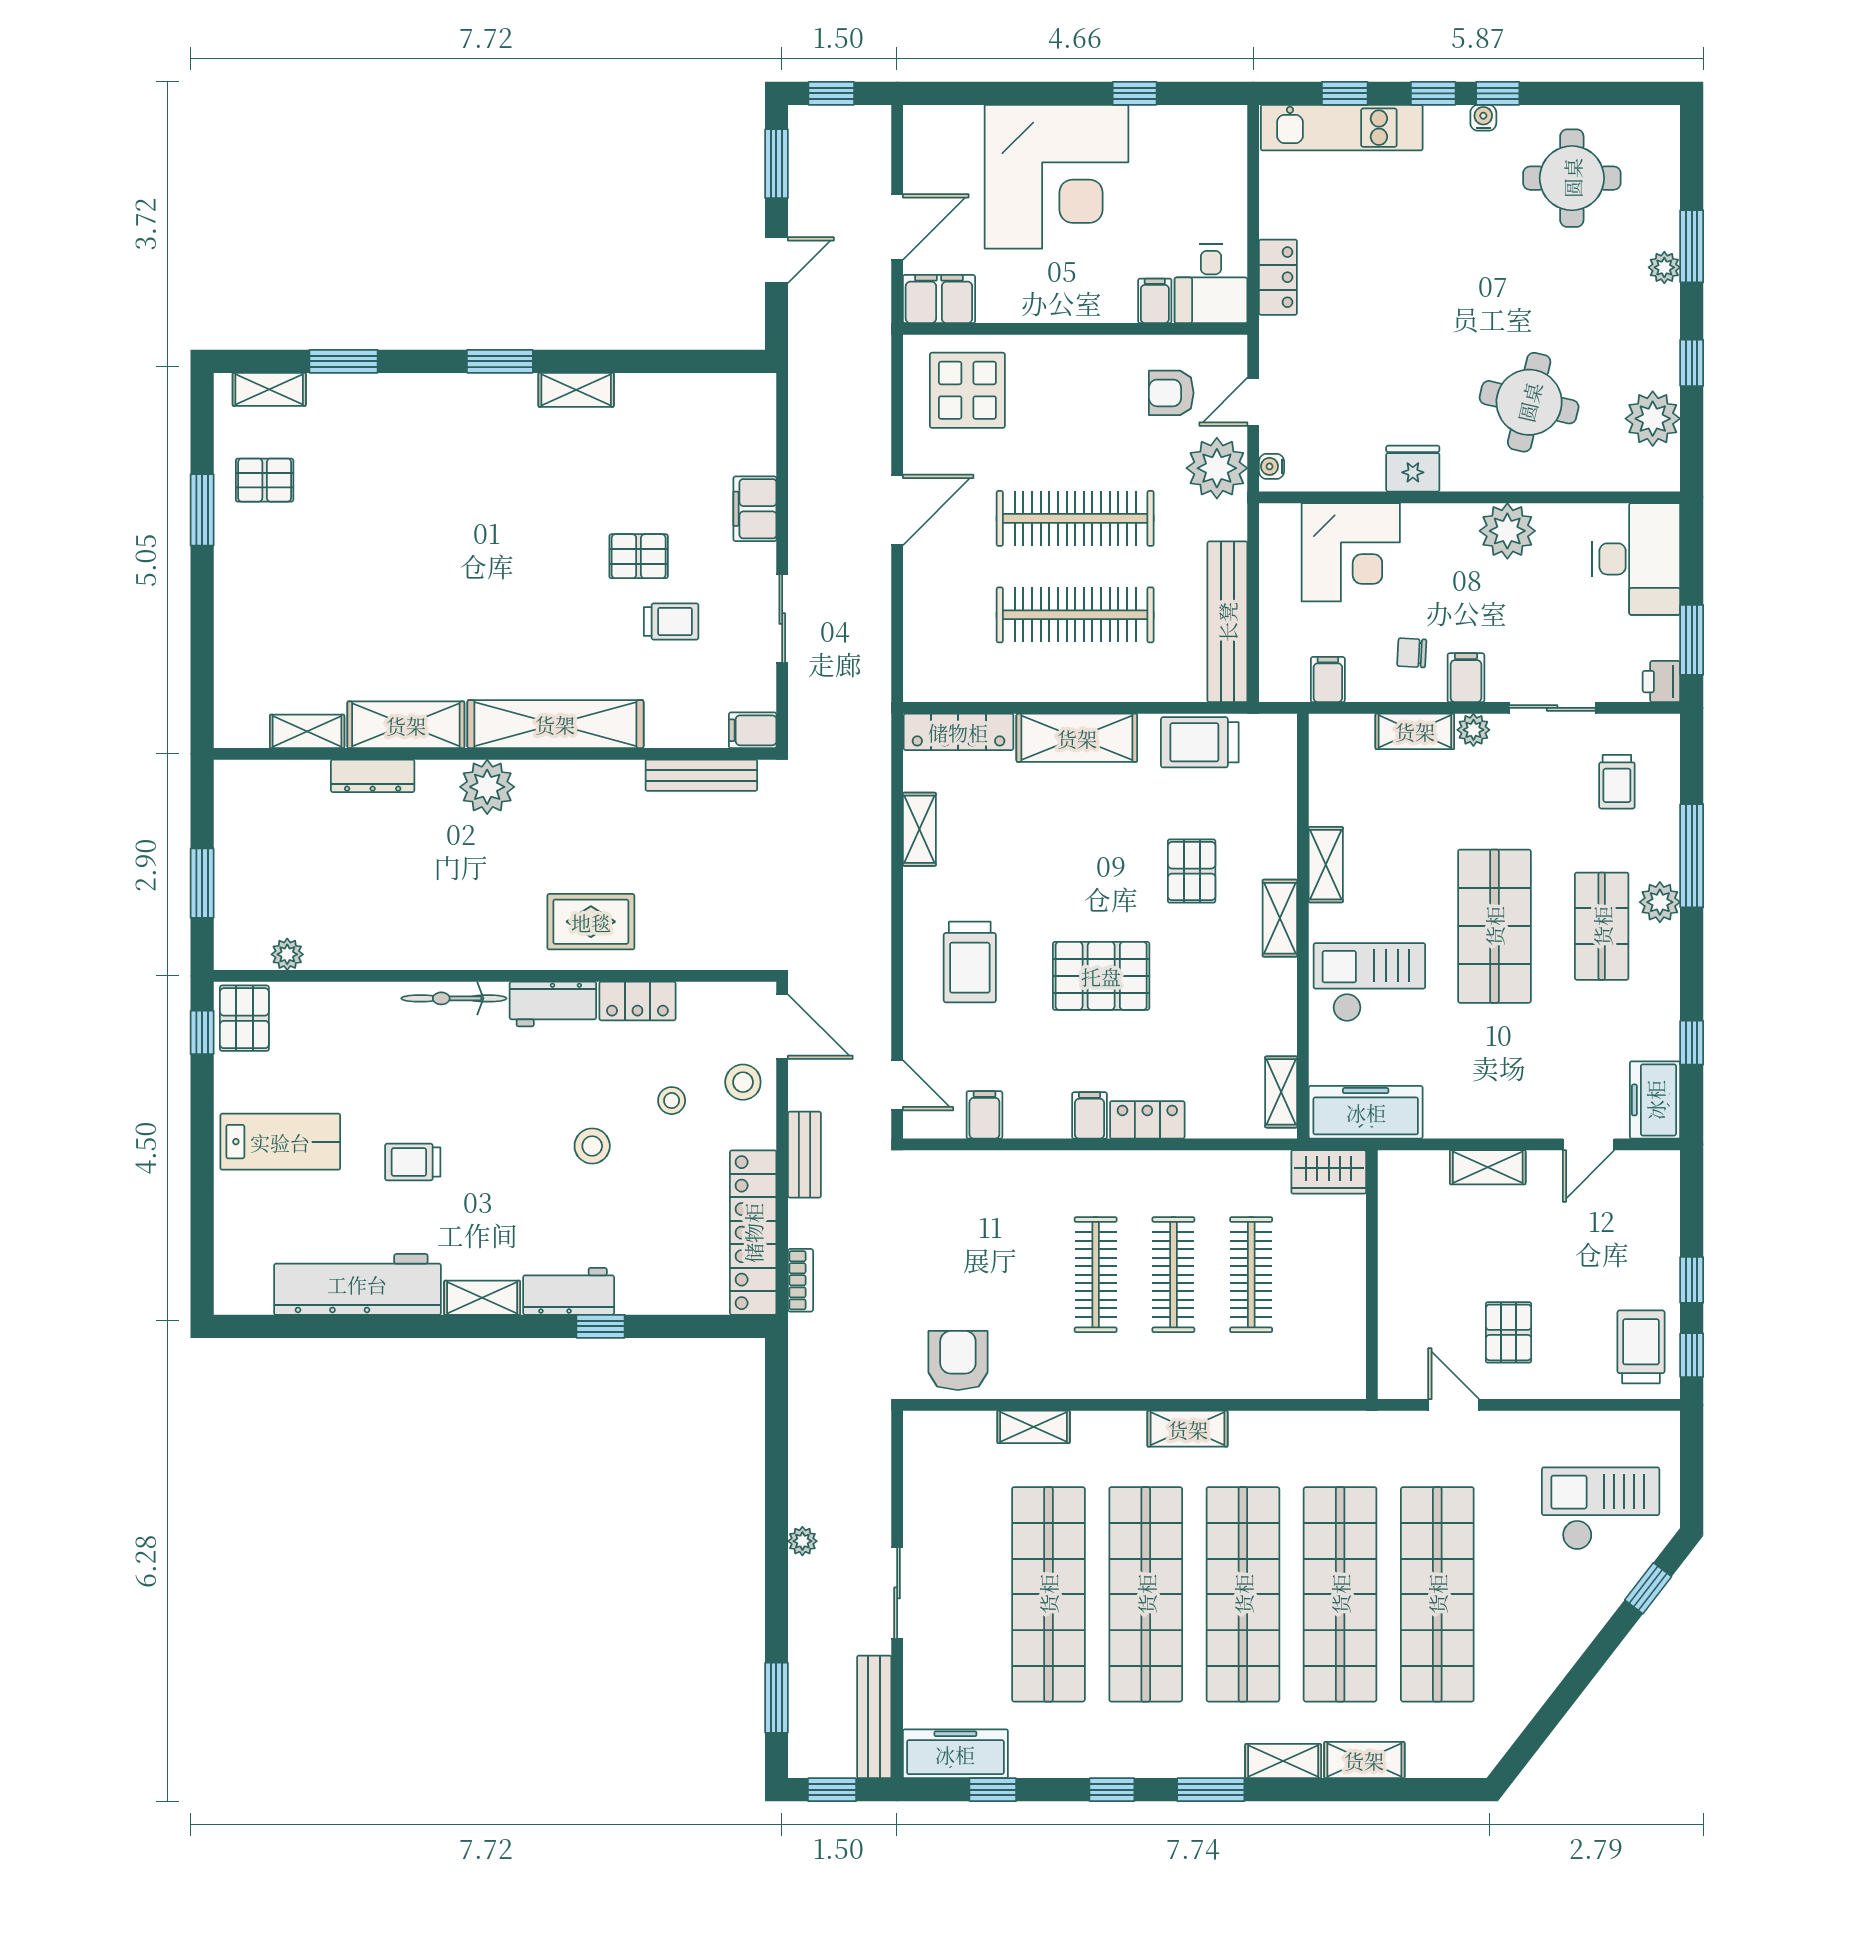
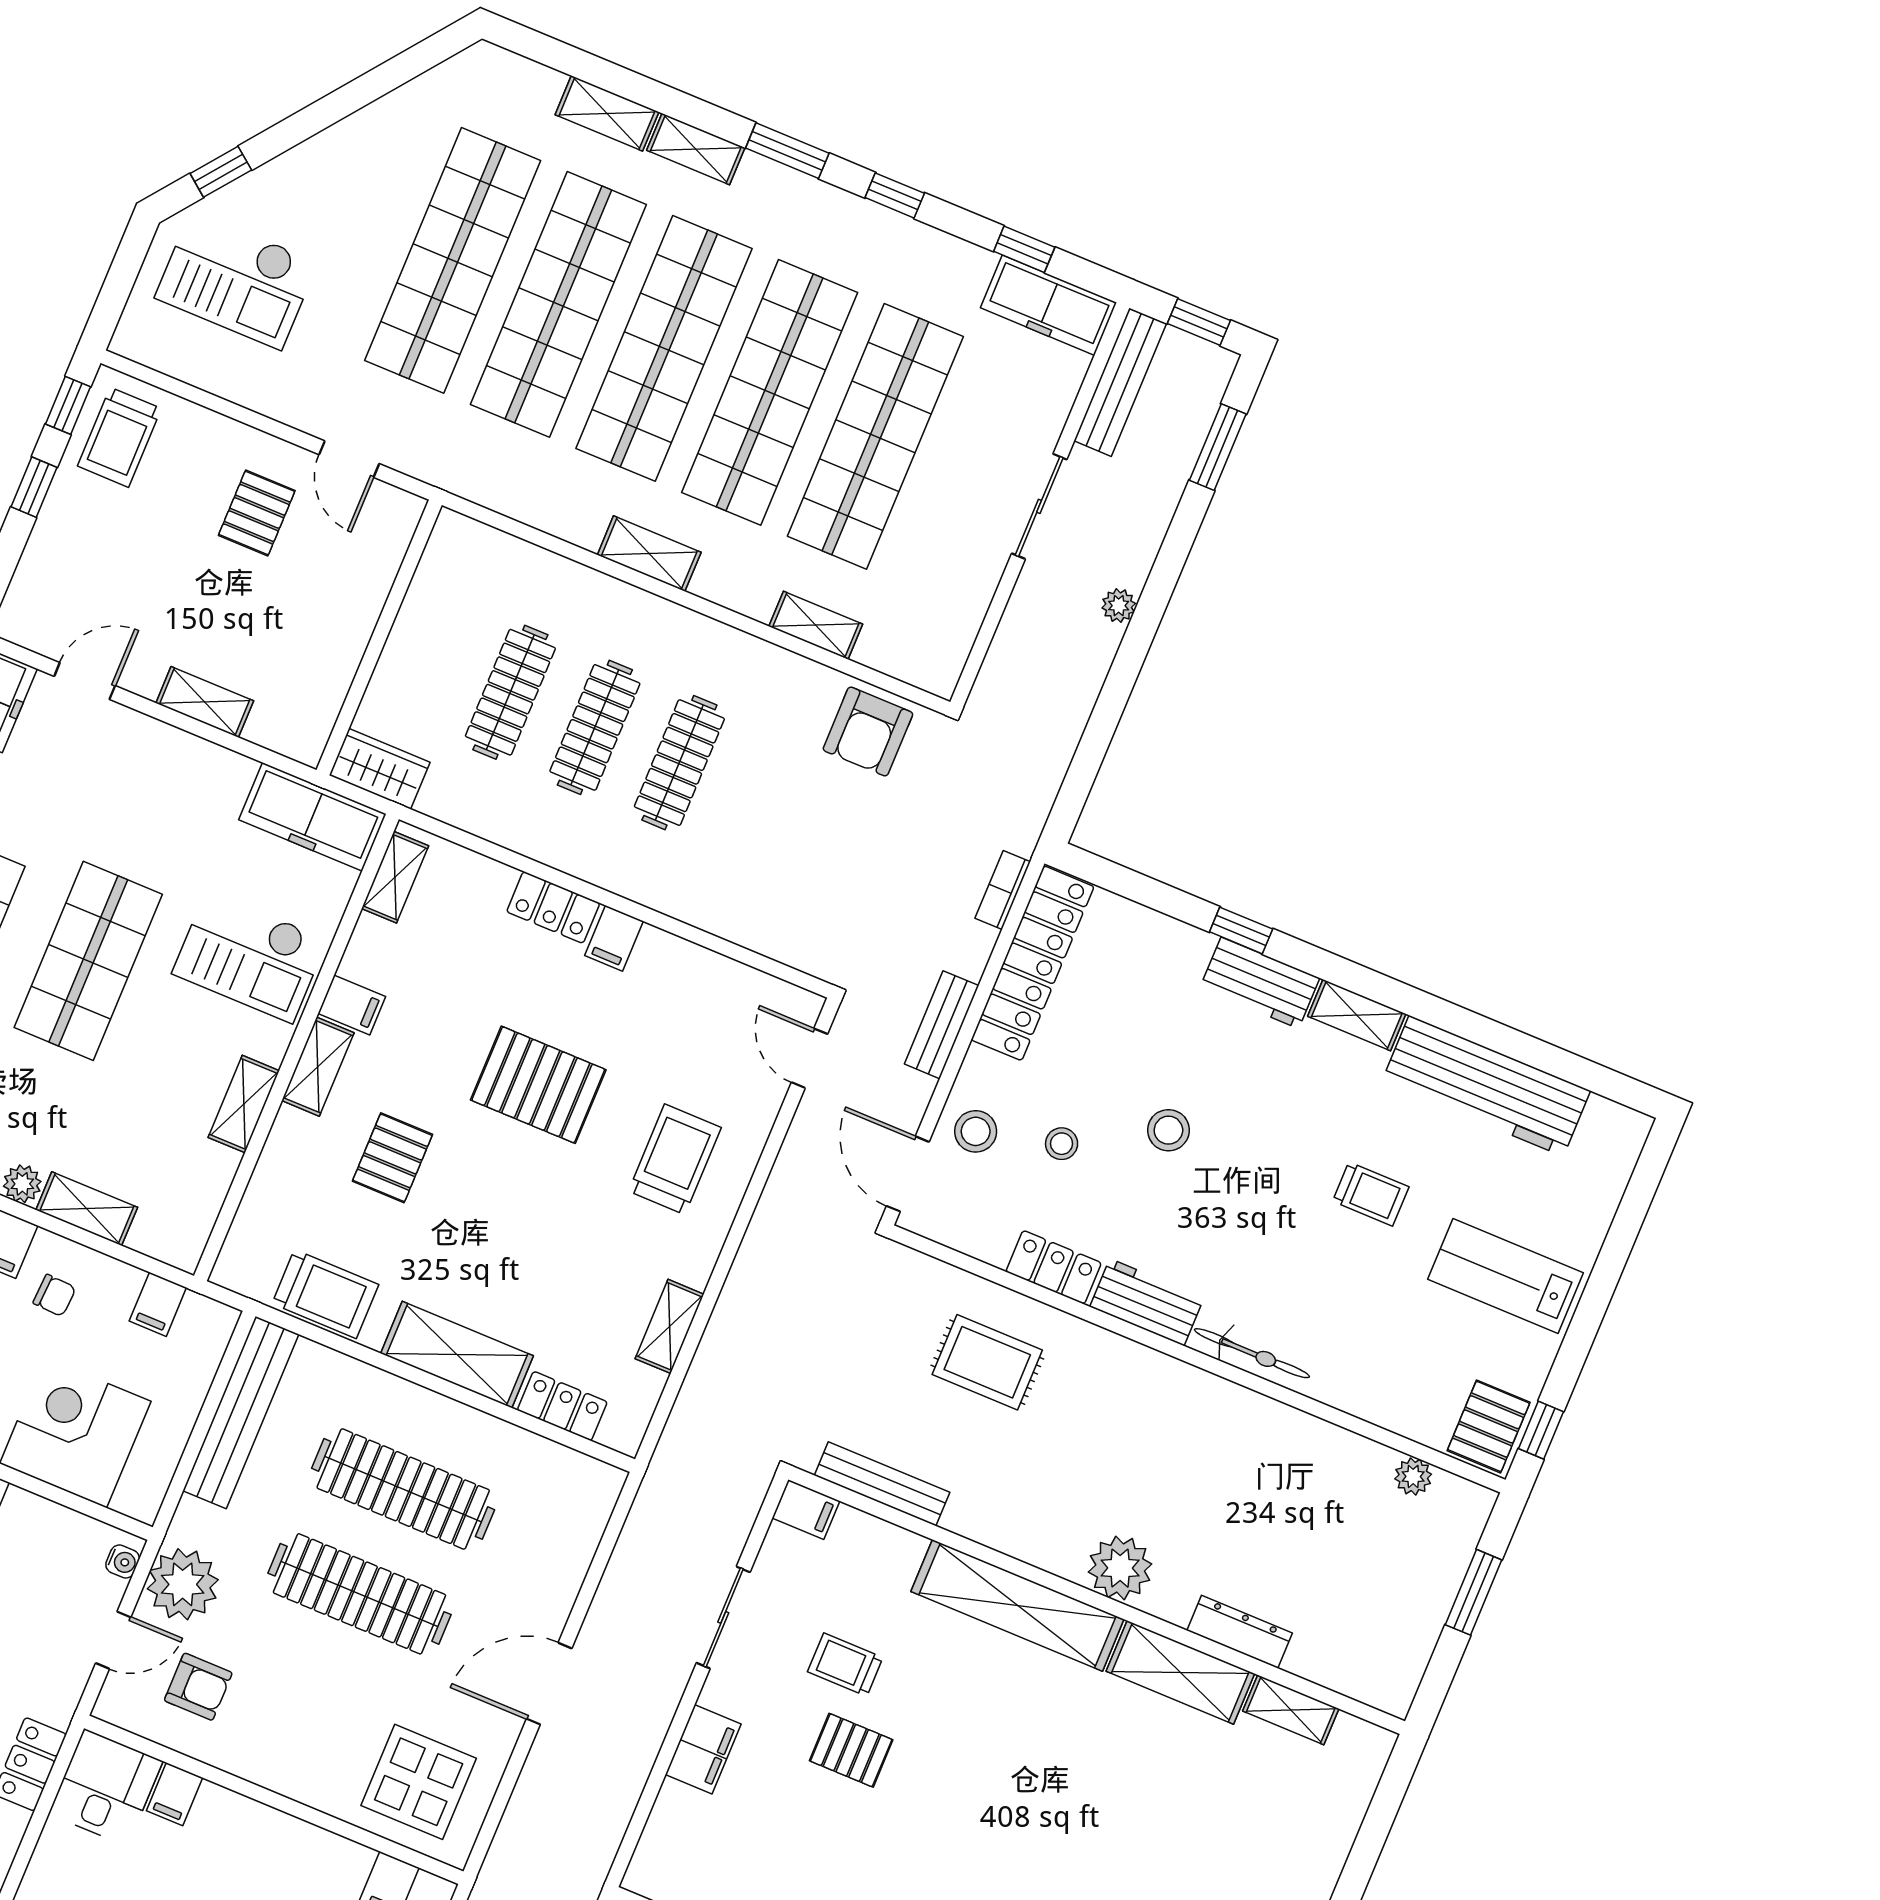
locker: (958, 732) -> (562, 1406), width x0.66
rug: (591, 922) -> (987, 1362), moved
filing cabinet: (984, 1115) -> (352, 1005), moved, turned -90

